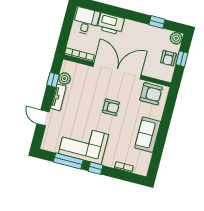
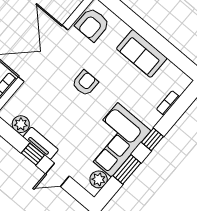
window: (53, 80) -> (33, 154), moved
armchair: (151, 94) -> (92, 24), turned 180
plant: (53, 146) -> (99, 179), added
window: (68, 161) -> (127, 169), width x0.69

